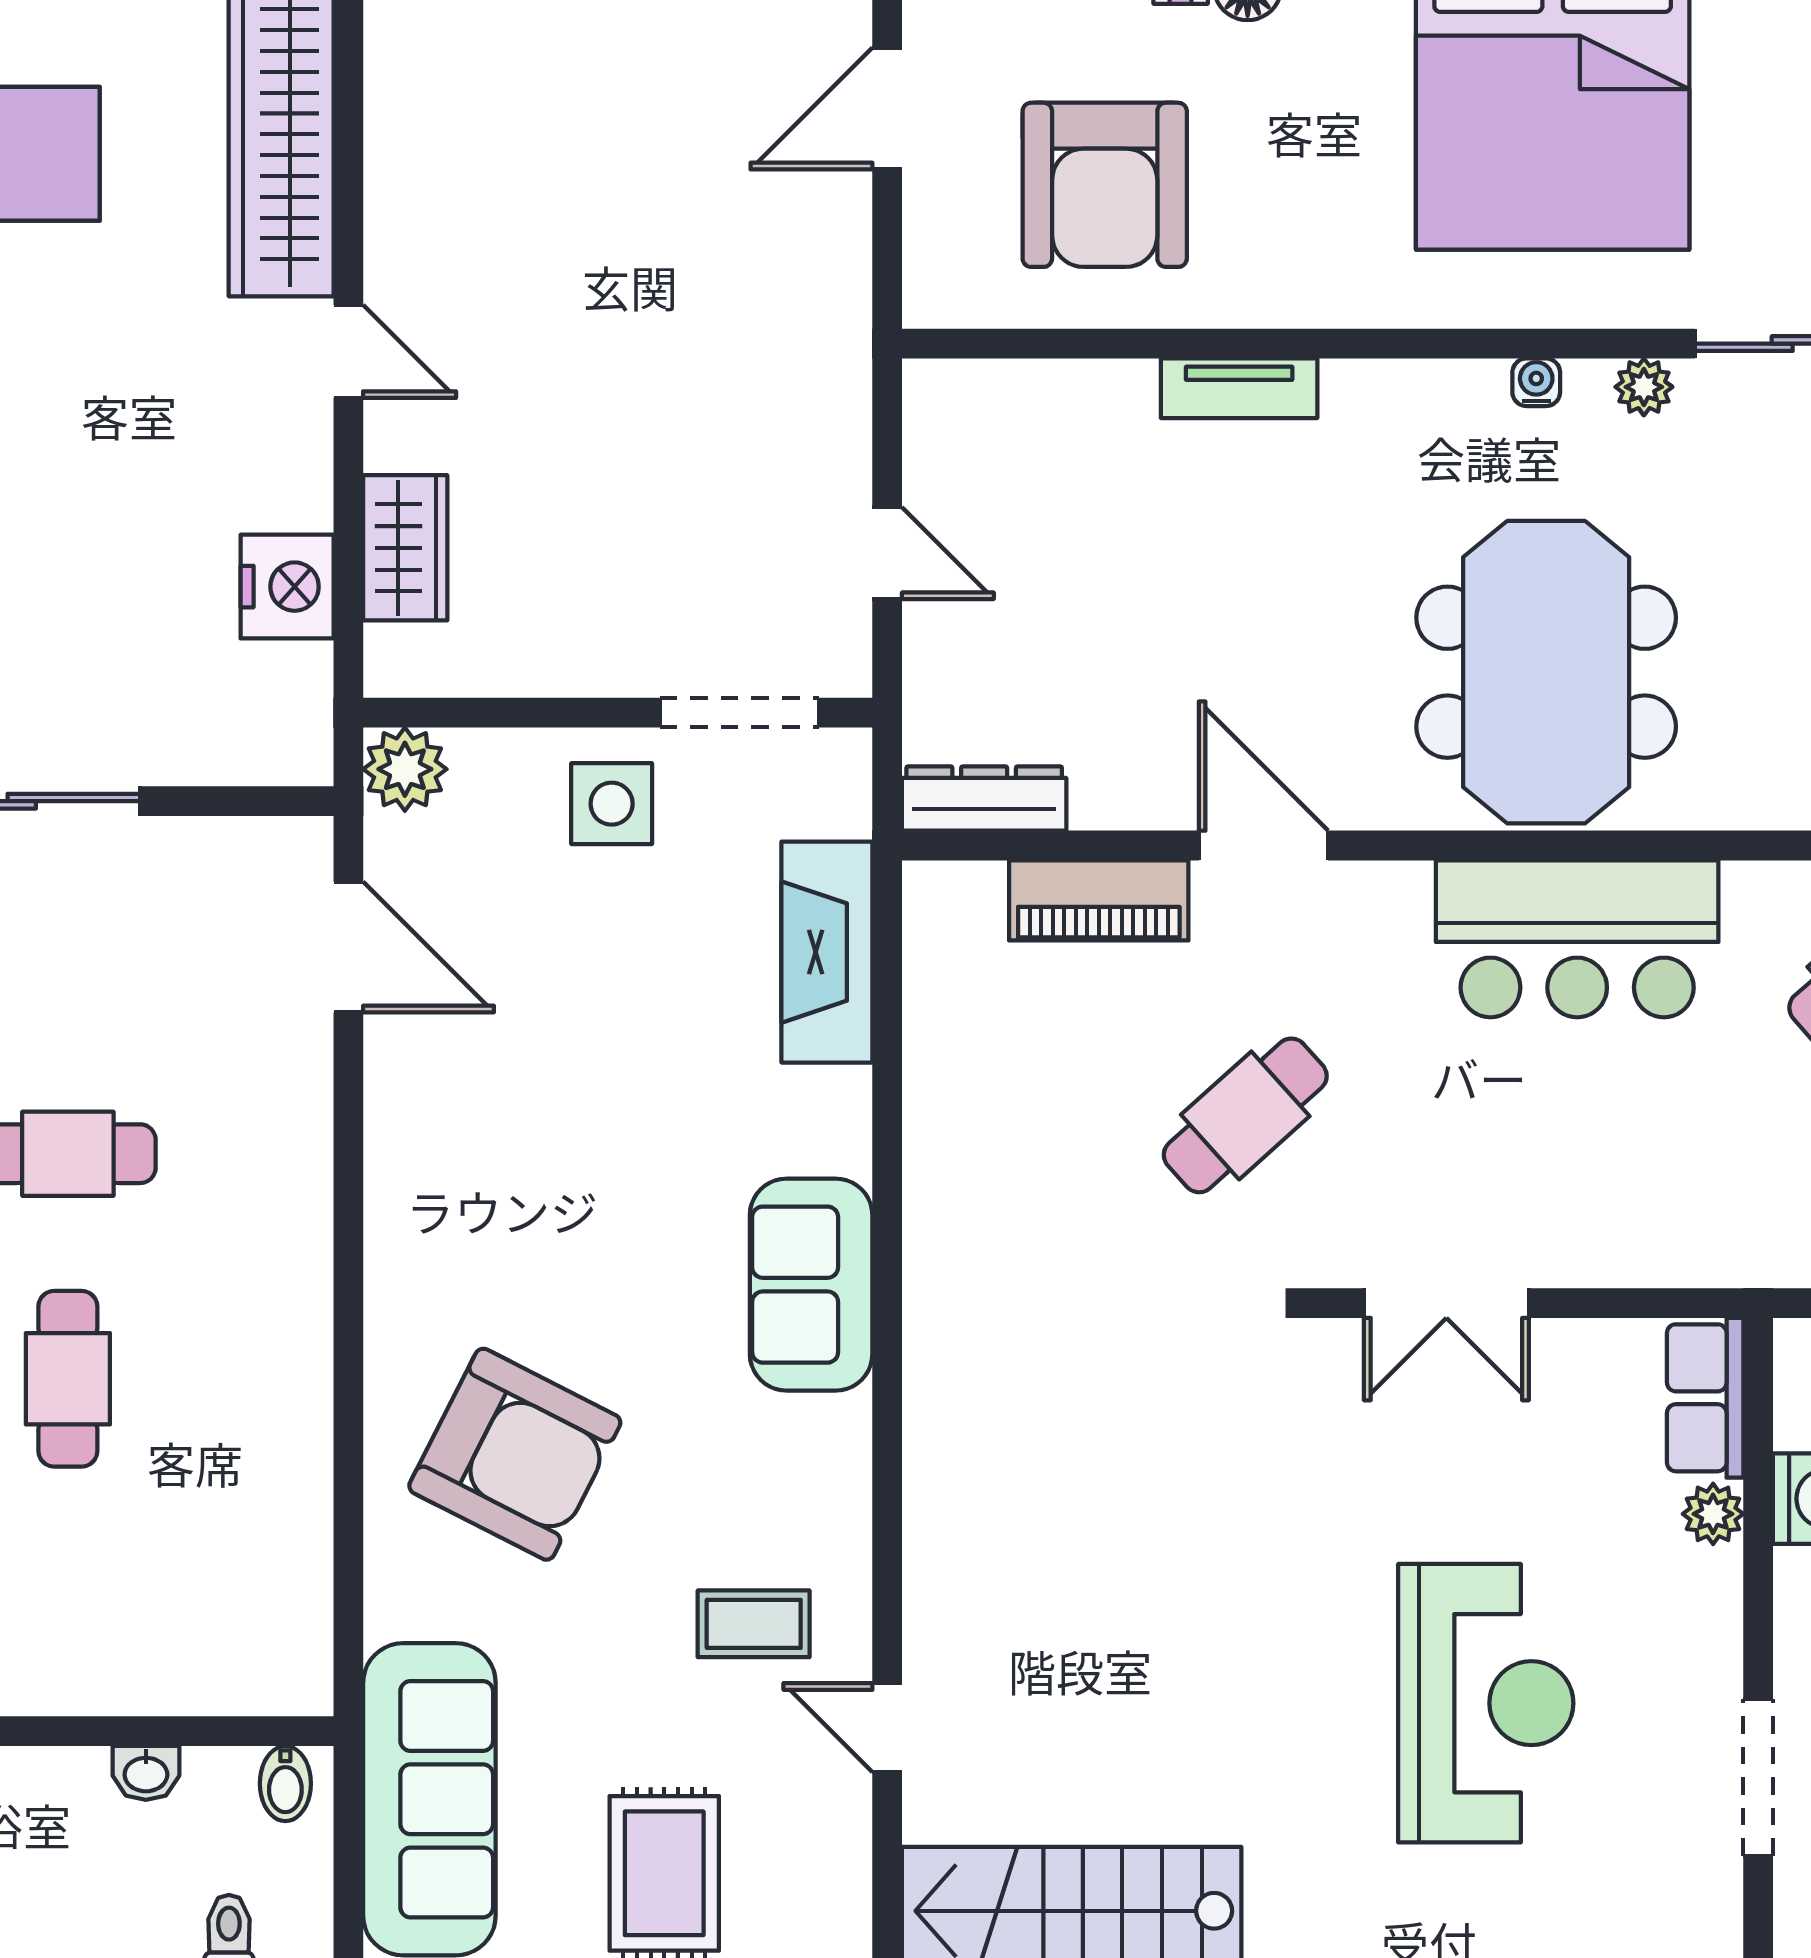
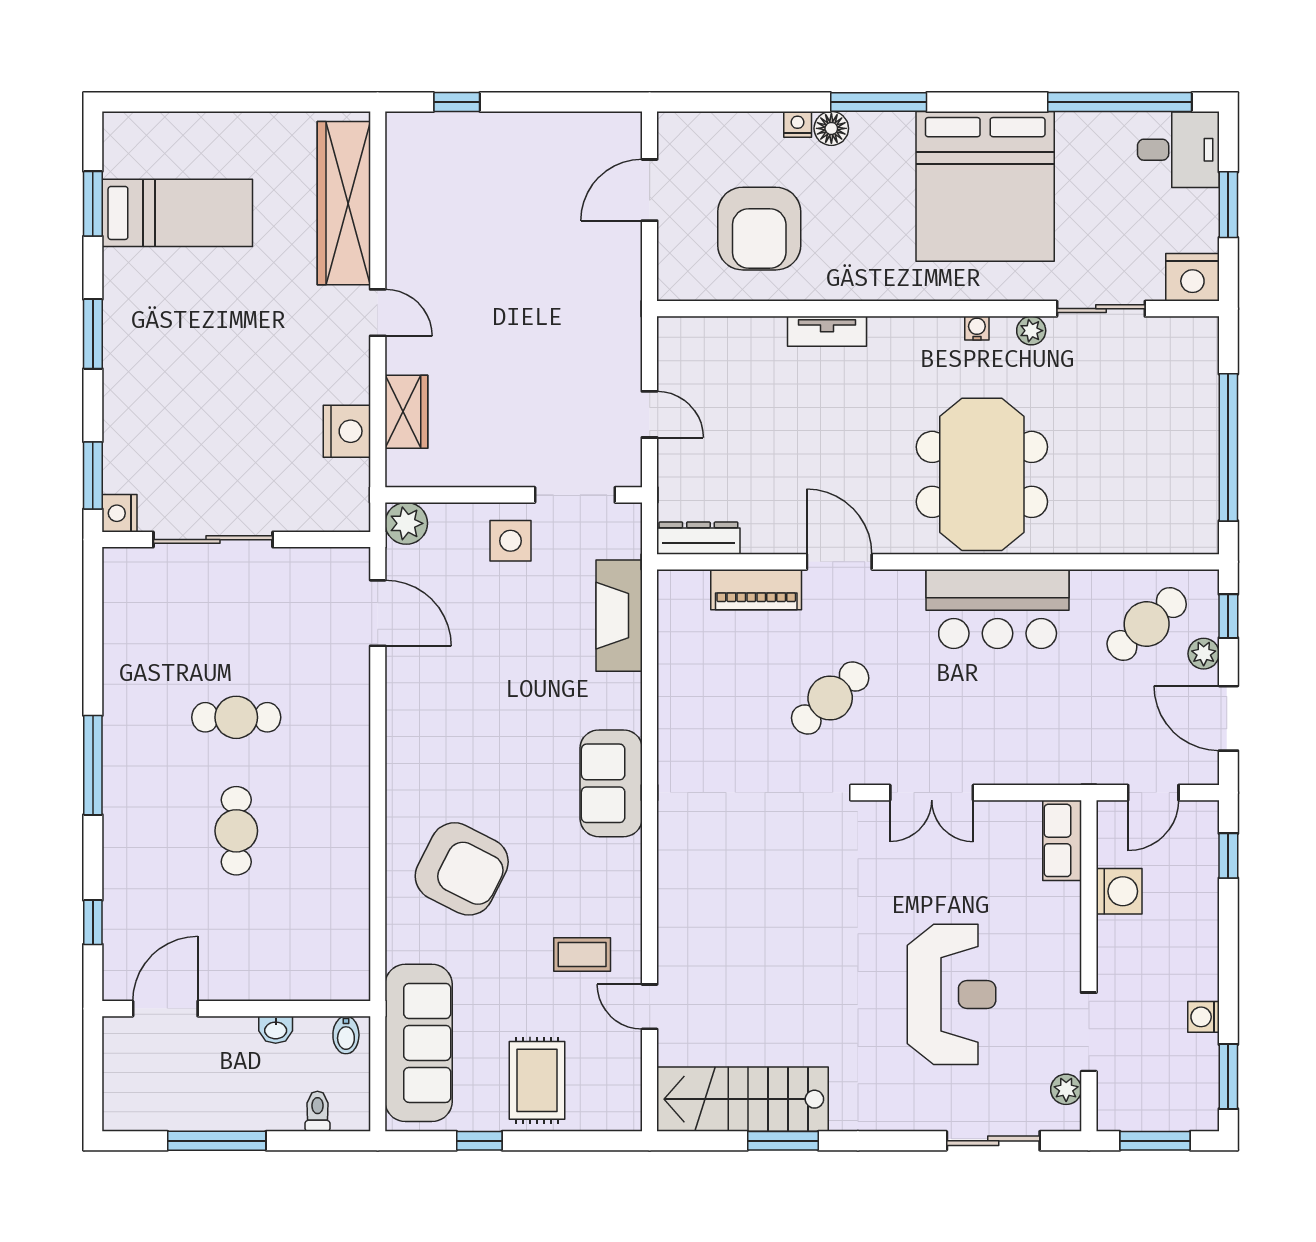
plant: (1713, 1514) -> (1066, 1089), moved

